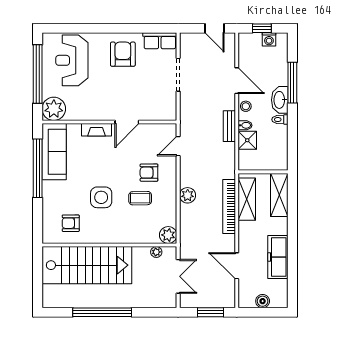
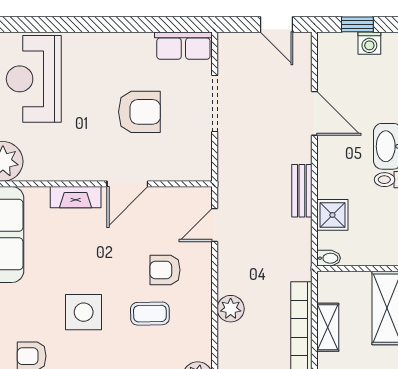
armchair: (123, 54) -> (139, 112), moved, turned 90
stool: (246, 106) -> (330, 157), removed
bidet: (245, 125) -> (329, 258), moved
shelving: (247, 199) -> (328, 327), width x0.67, depth x0.75

